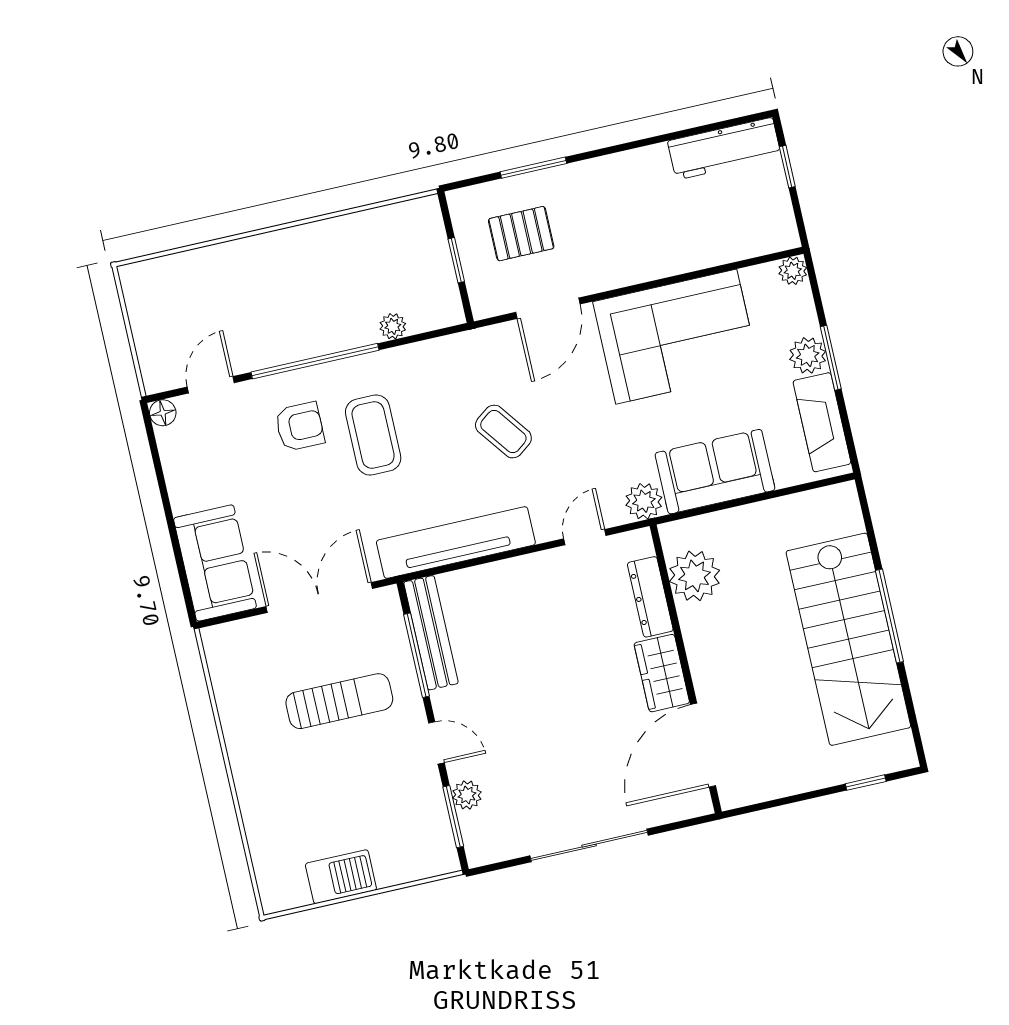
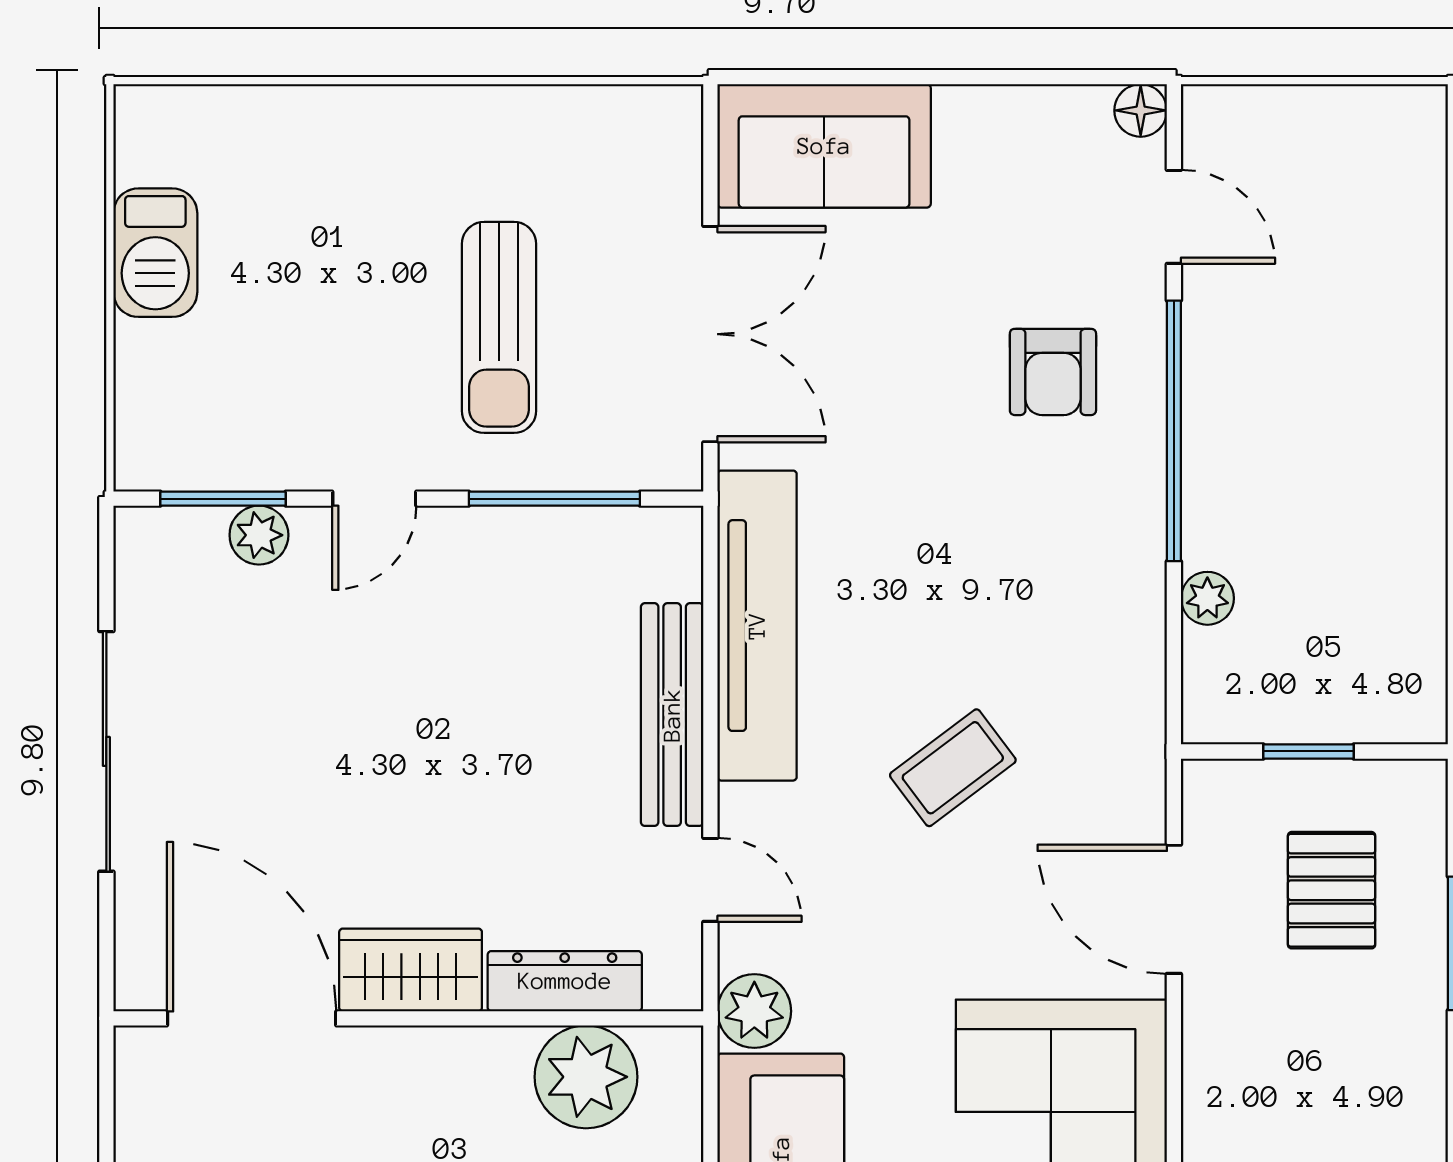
coffee table: (373, 435) -> (1004, 512), removed
bench: (431, 633) -> (672, 715), moved, turned 90

